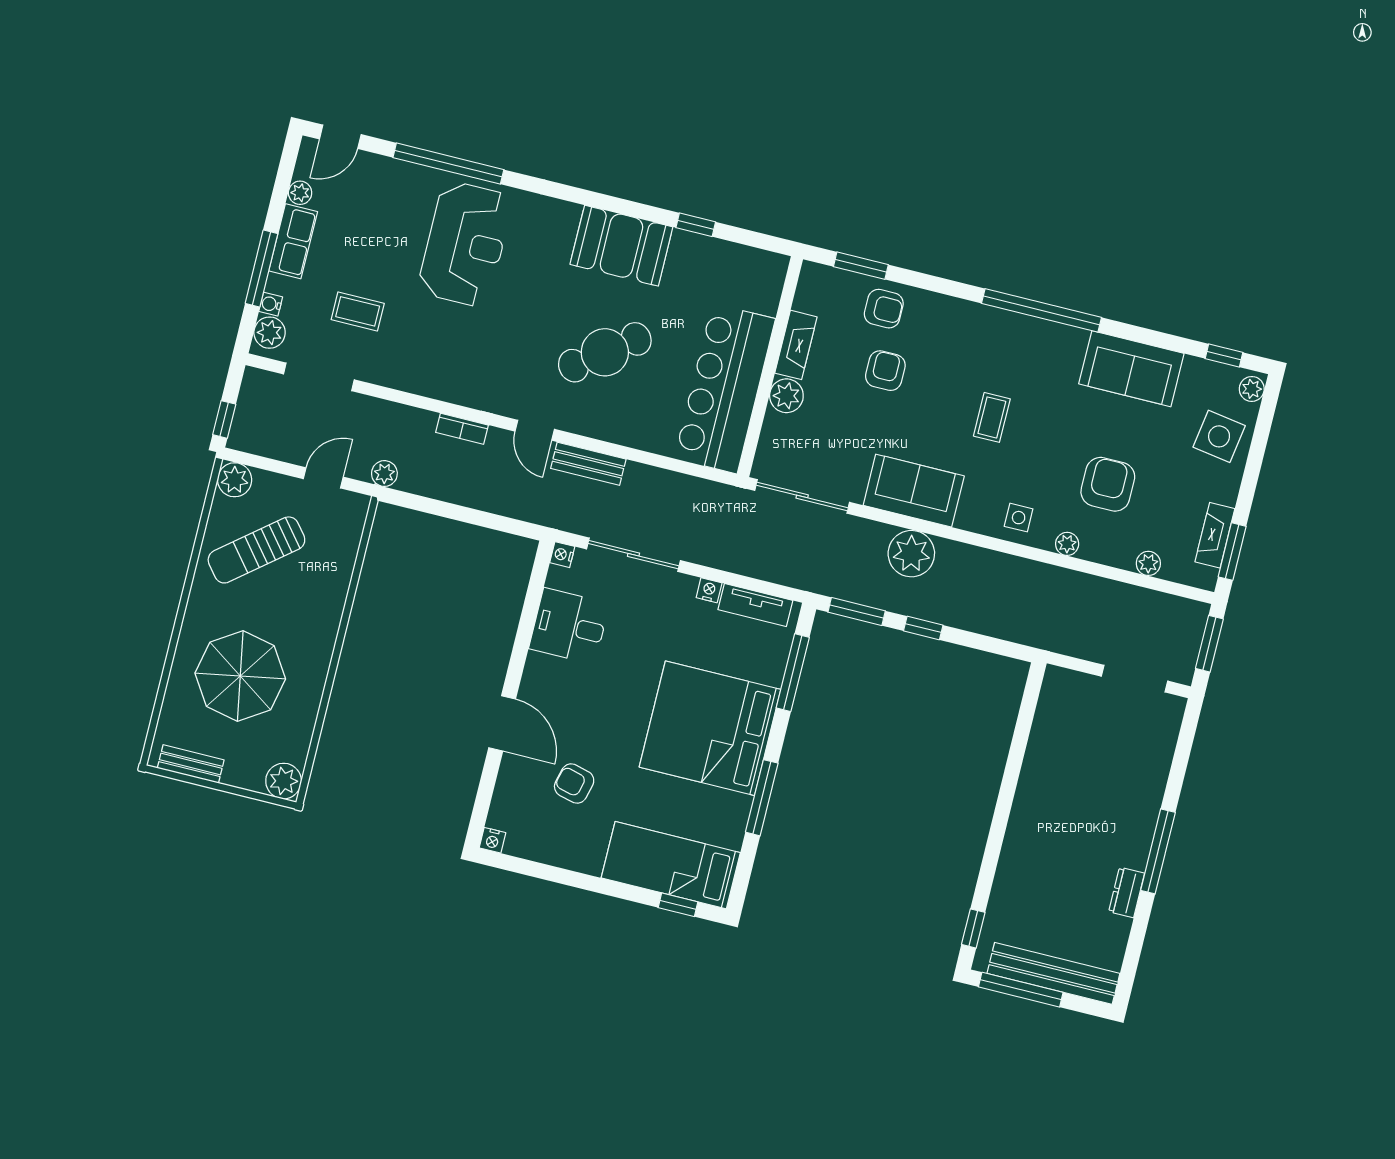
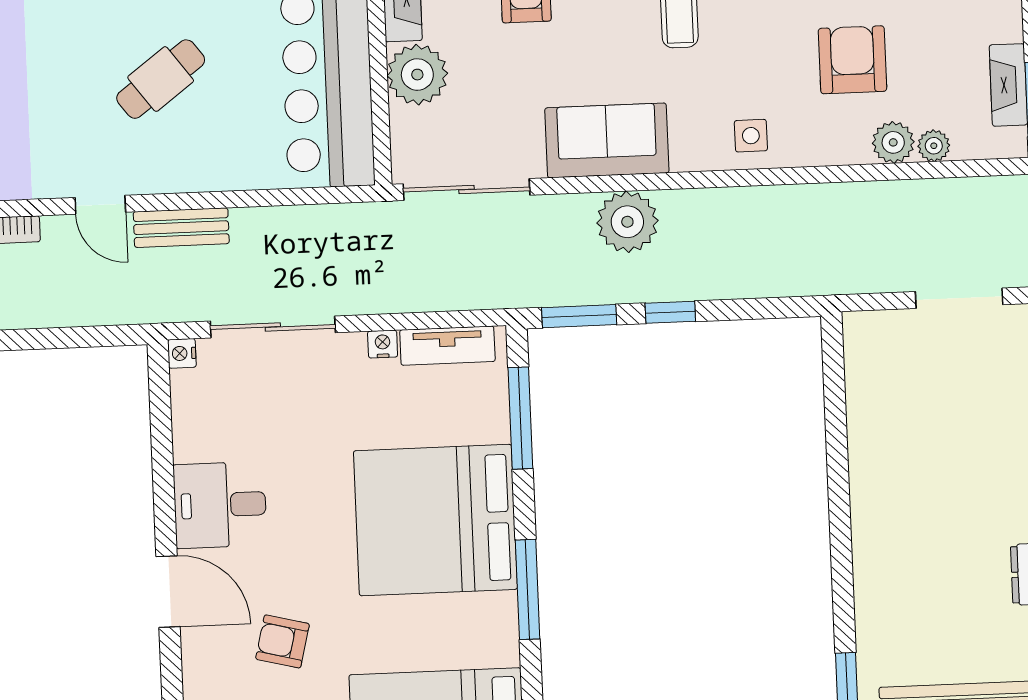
cafe table: (605, 352) -> (161, 79), width x0.73, depth x0.74
plant: (786, 396) -> (417, 75), width x1.36, depth x1.36
plant: (1067, 544) -> (893, 142), moved, width x1.38, depth x1.38
desk: (569, 626) -> (220, 505), moved

